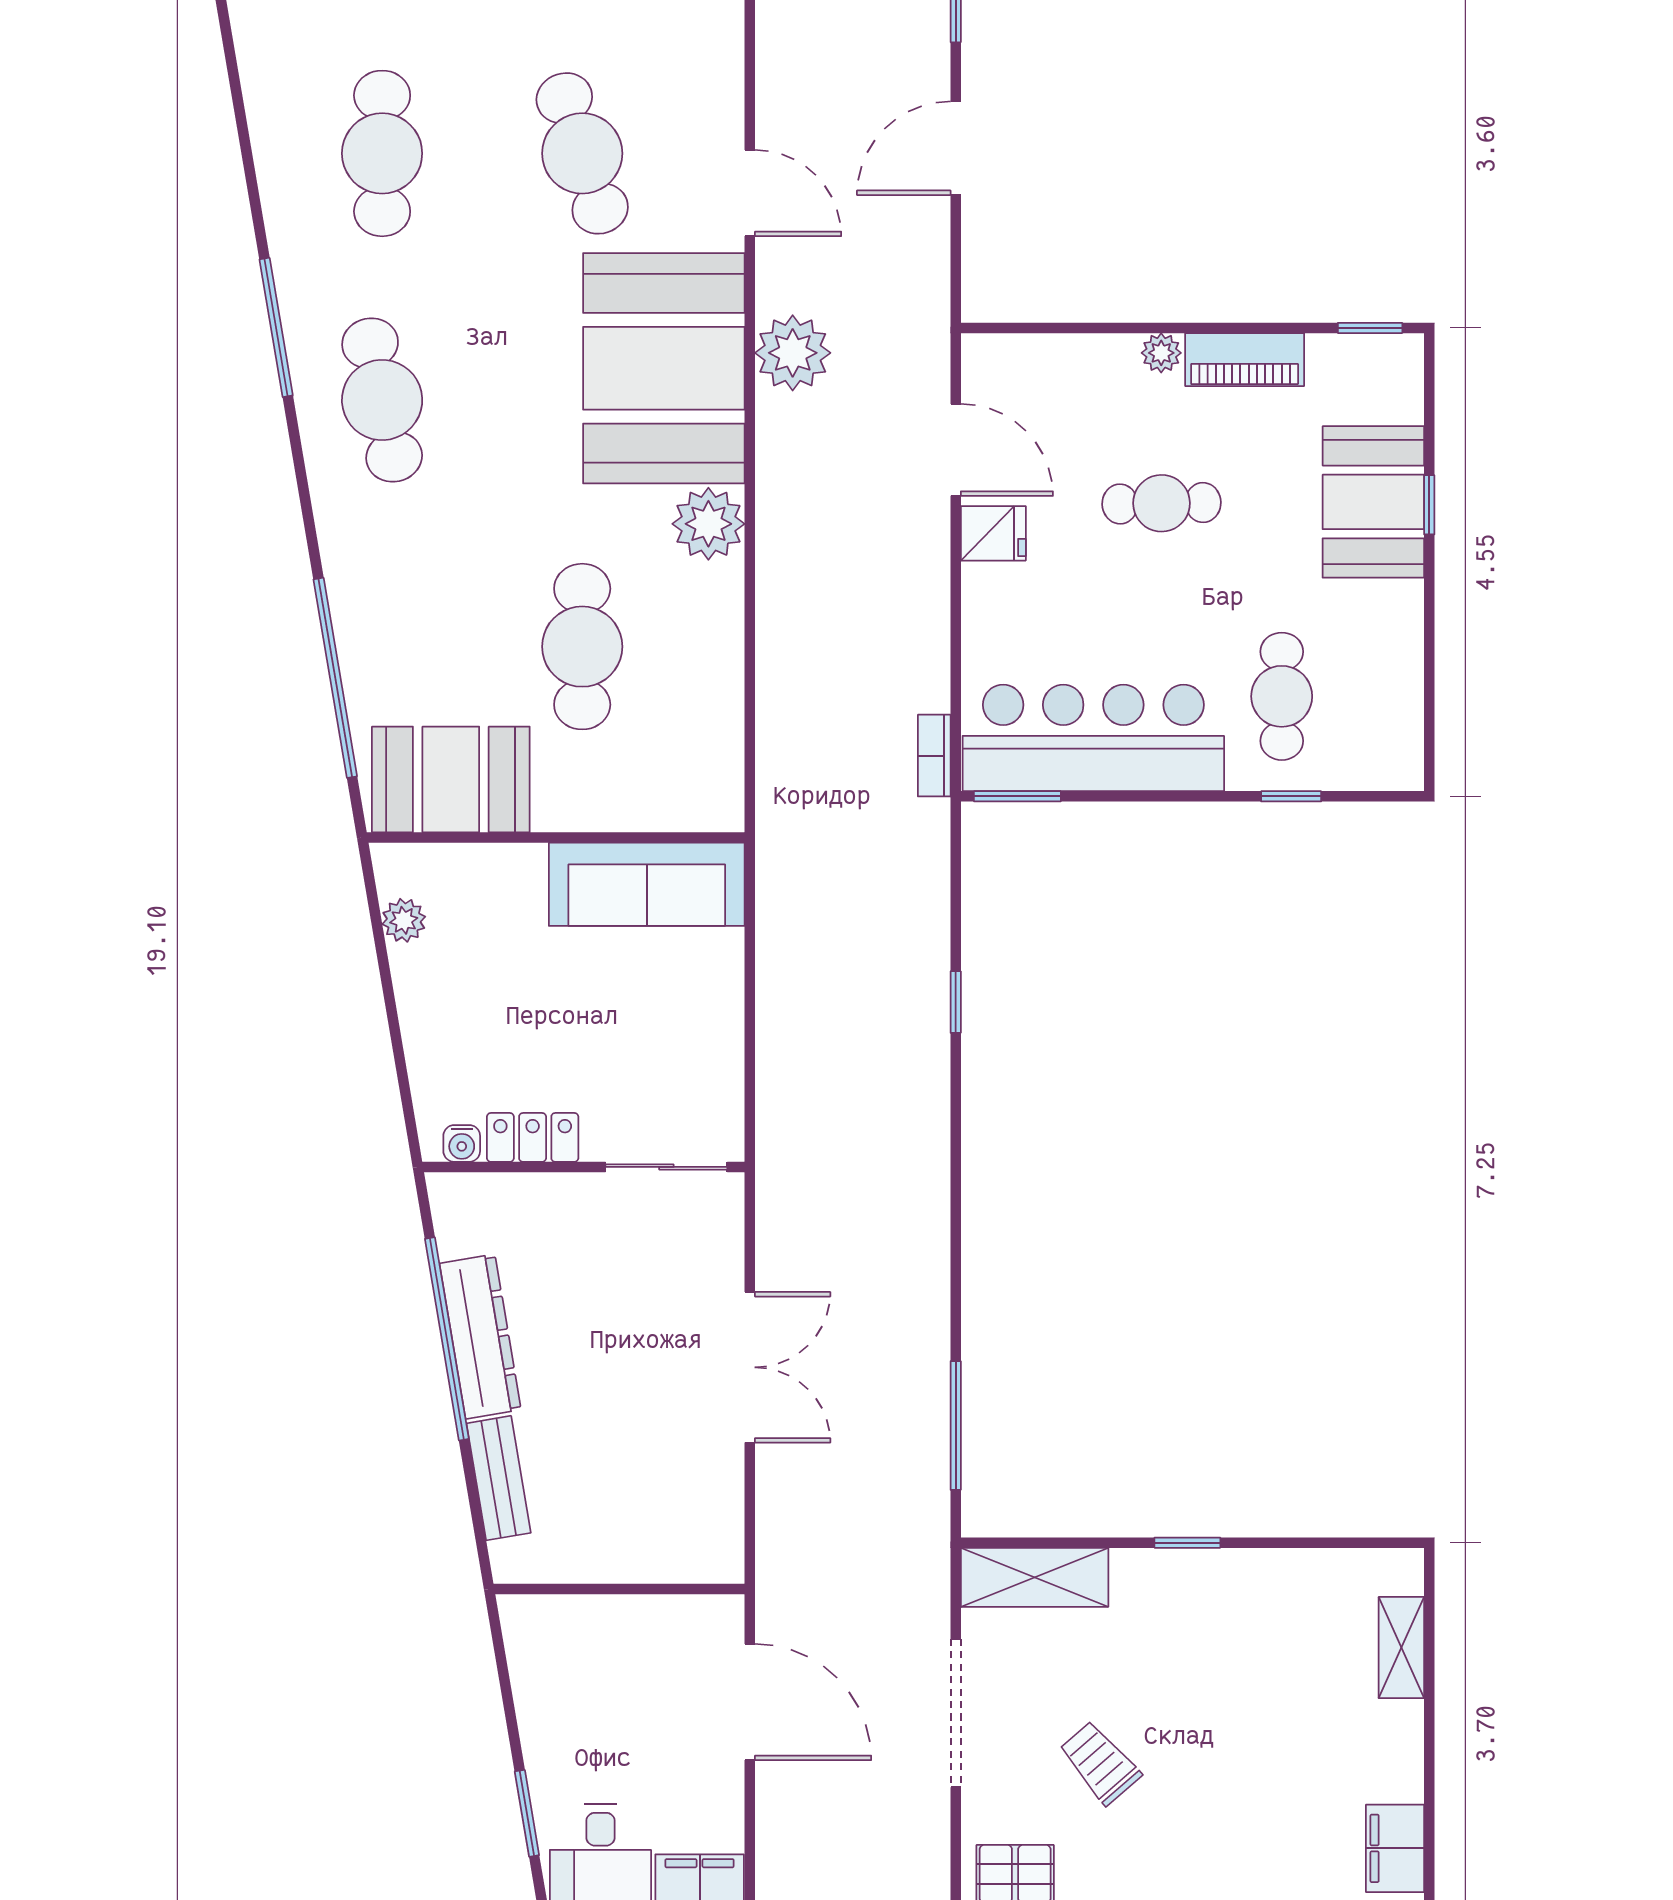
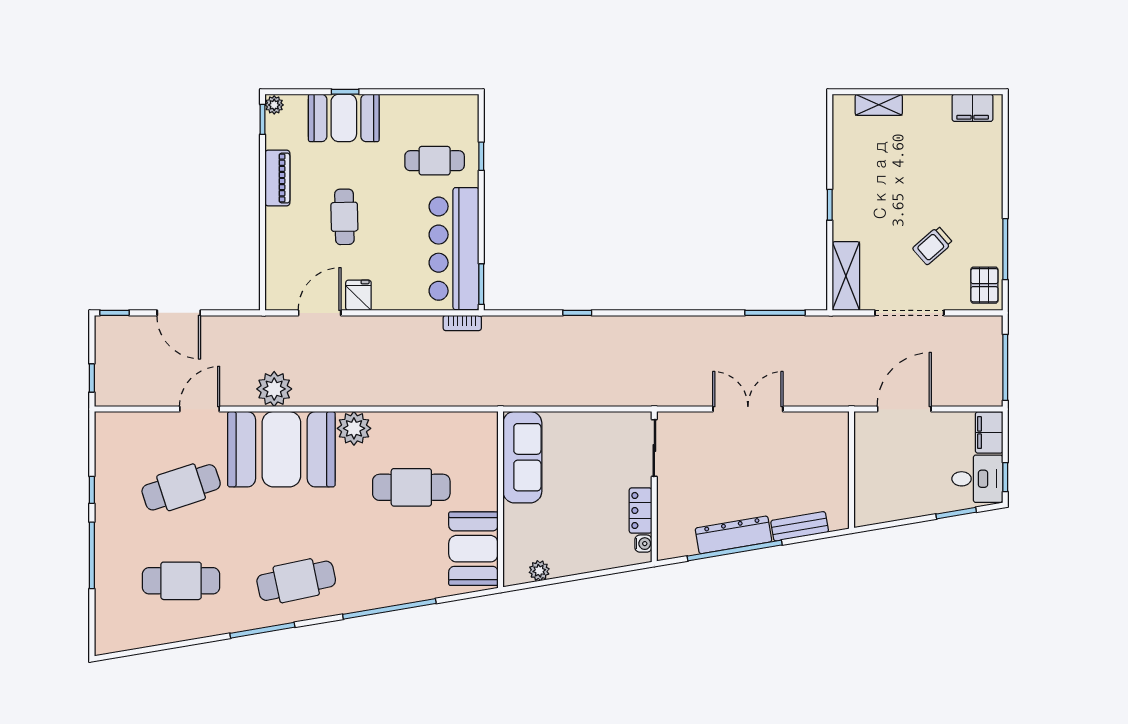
plant: (1161, 353) -> (274, 105), moved
window: (335, 678) -> (389, 609), moved

